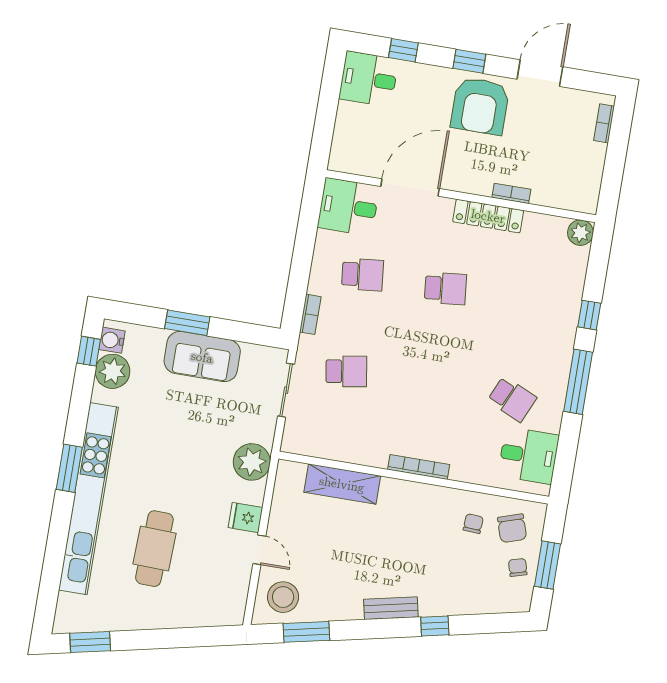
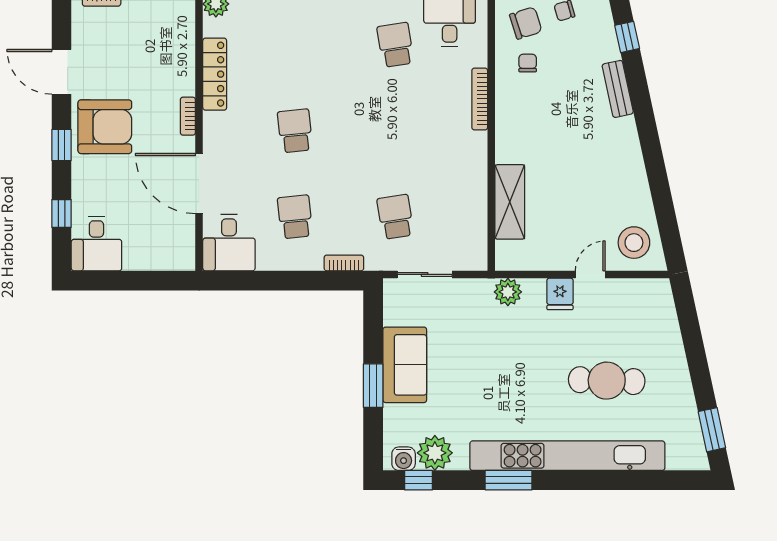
bookcase: (511, 193) -> (188, 116), moved
locker: (488, 216) -> (215, 74), moved
school desk: (512, 399) -> (395, 45), turned -33
plant: (252, 462) -> (508, 292), width x0.73, depth x0.73
bookcase: (419, 467) -> (480, 99), moved
window: (69, 468) -> (509, 480), moved
chair: (473, 524) -> (528, 63), turned 87
bench: (391, 608) -> (618, 89), moved
window: (435, 626) -> (627, 37), moved
window: (306, 632) -> (665, 213), removed

